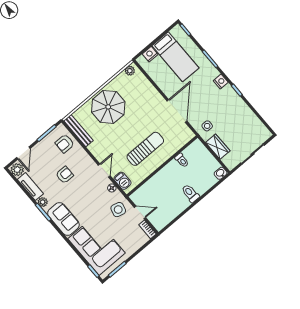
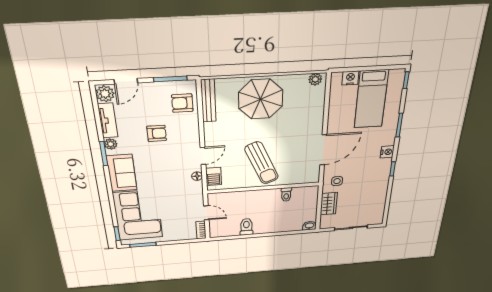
sun lounger: (145, 149) -> (262, 163), turned 67
toilet: (190, 193) -> (246, 227), moved
side table: (118, 210) -> (187, 198), removed

